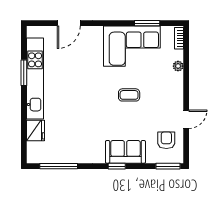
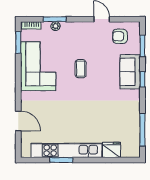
window: (147, 23) -> (18, 42), moved
window: (186, 65) -> (55, 19), added
window: (168, 166) -> (142, 46), moved

